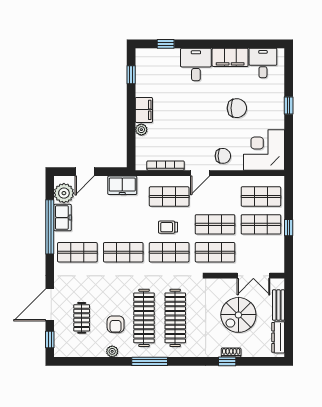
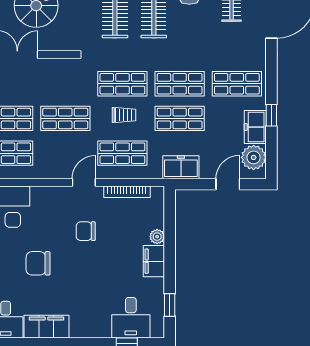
desk: (196, 64) -> (131, 318), moved
chair: (223, 156) -> (86, 231), moved
window: (50, 227) -> (271, 115), width x0.32
shop shelf: (215, 252) -> (180, 118), moved

